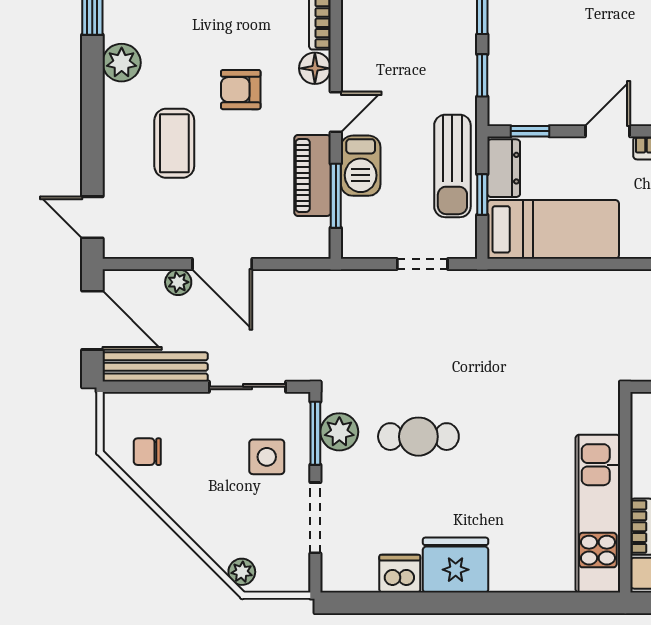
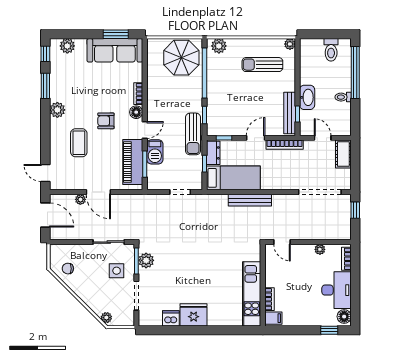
sun lounger: (452, 166) -> (193, 134), moved
piano: (313, 175) -> (133, 162), width x1.37, depth x1.33
bench: (155, 367) -> (250, 200), moved
cafe table: (418, 437) -> (178, 262), removed

